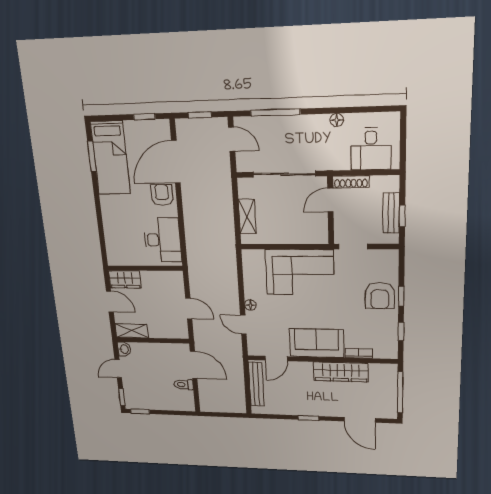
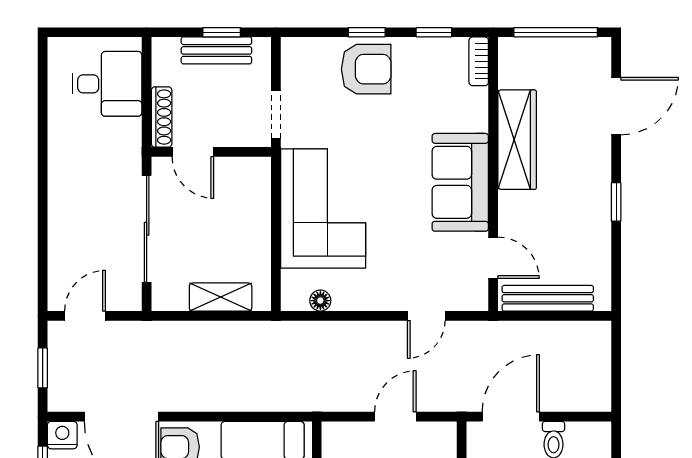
window: (275, 112) -> (43, 240), removed
floor lamp: (337, 120) -> (58, 139), removed
nightstand: (162, 128) -> (62, 435), added
floor lamp: (250, 305) -> (320, 301), moved
bookcase: (359, 353) -> (479, 61), moved

